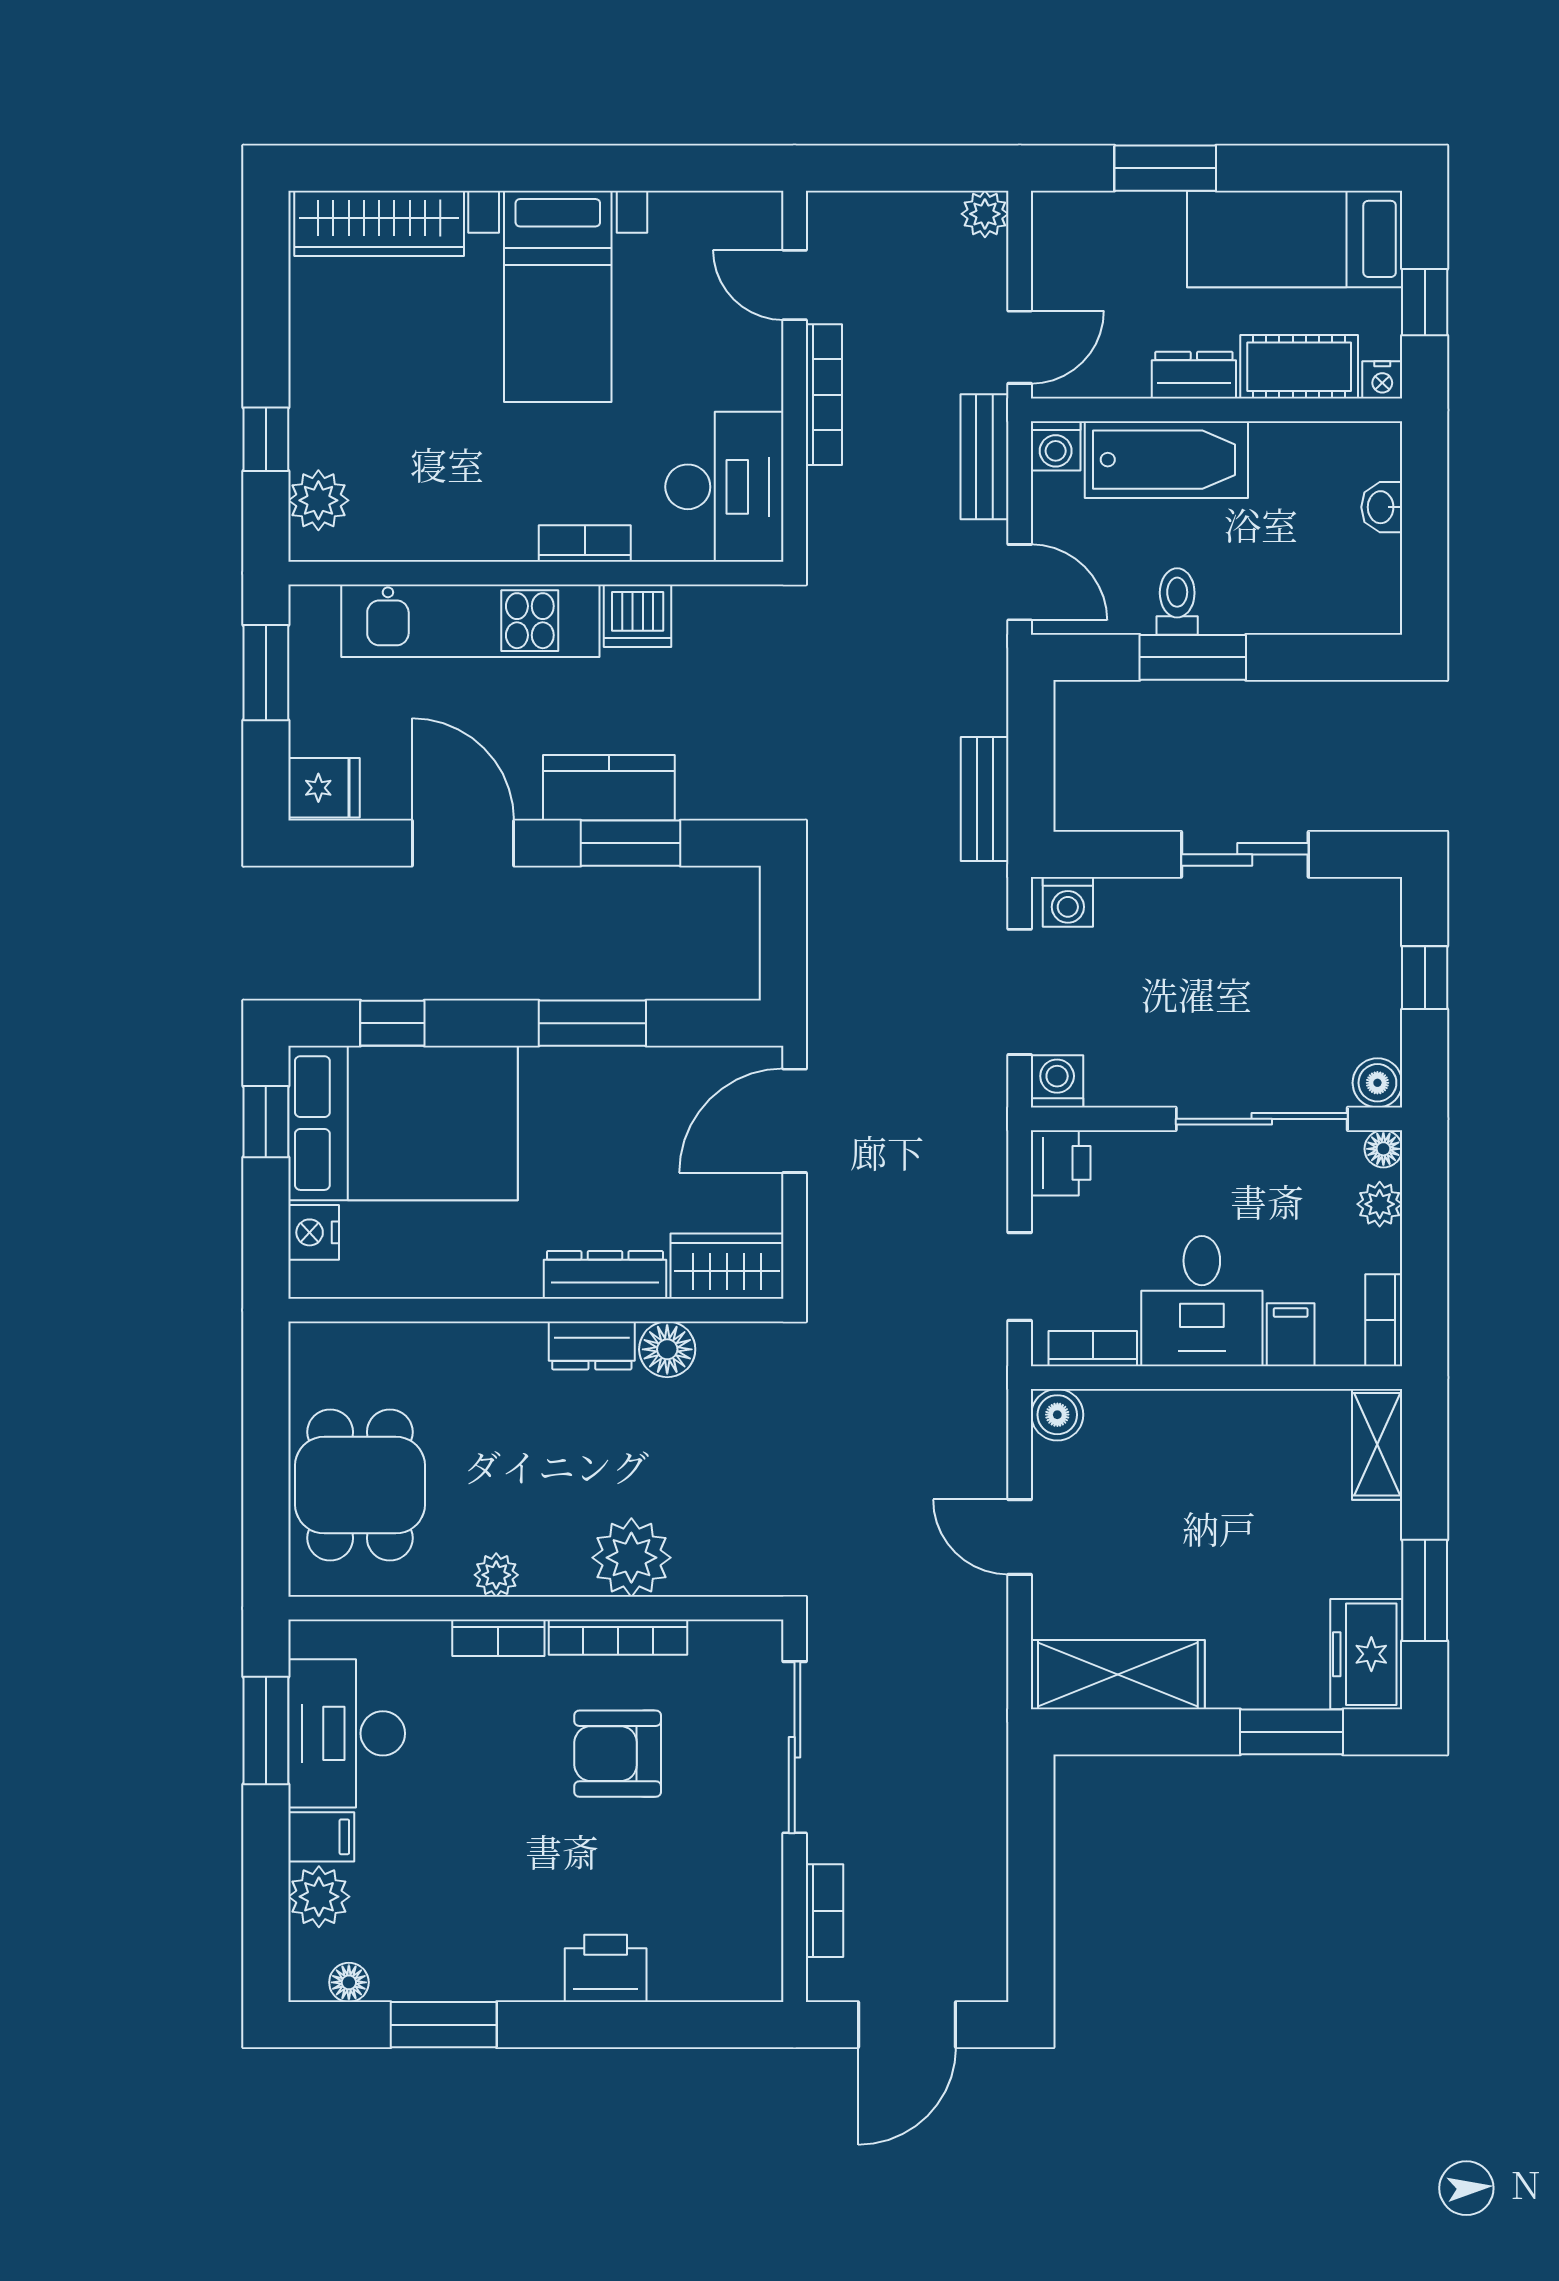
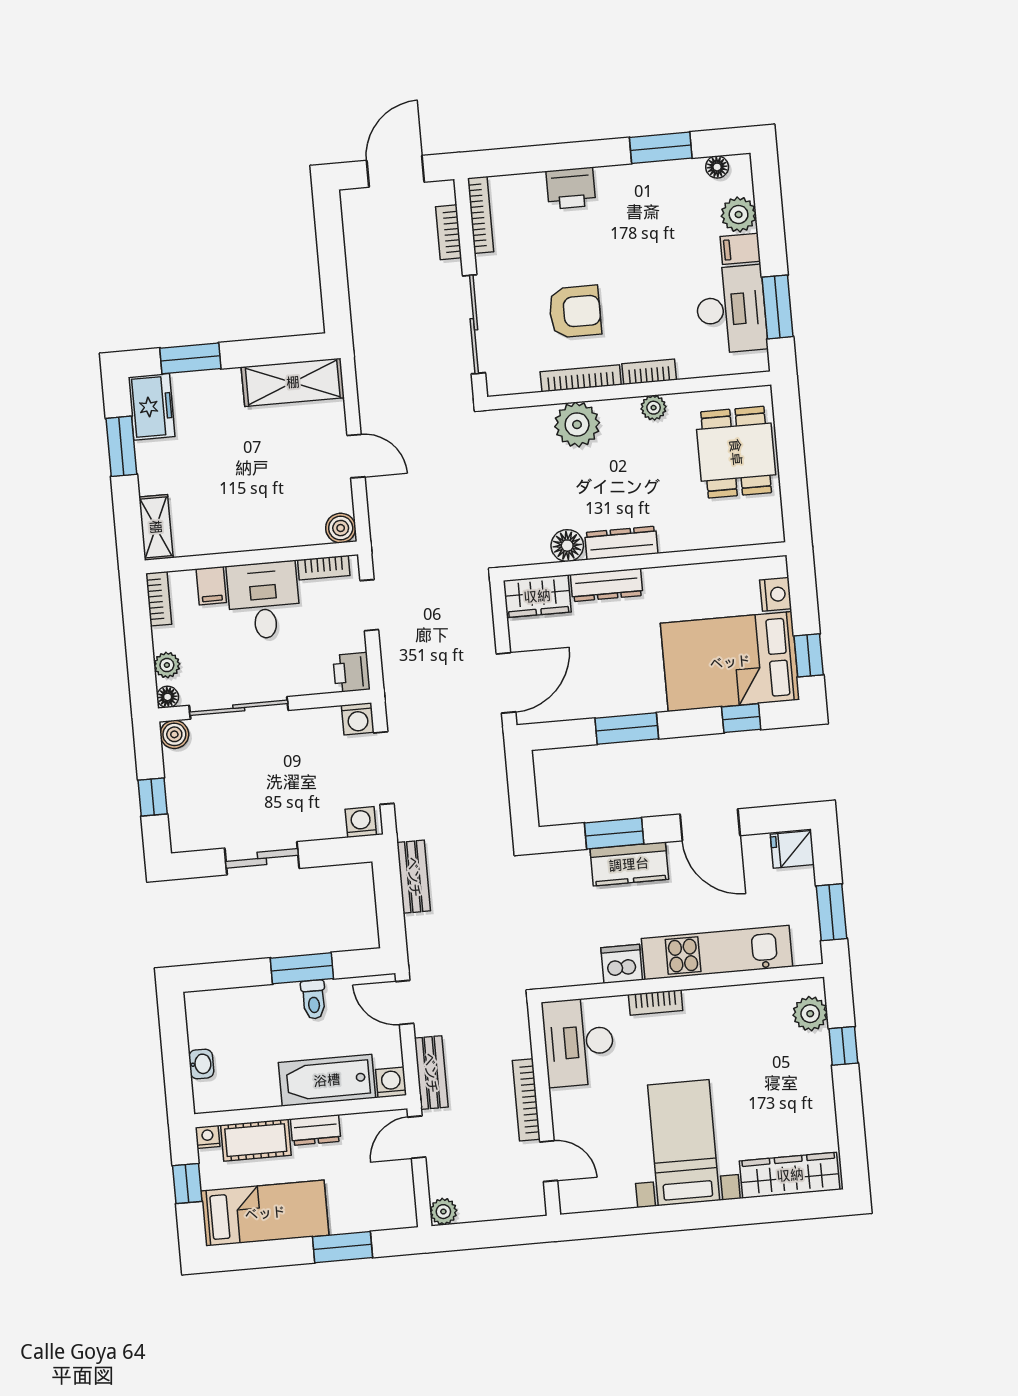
dresser: (592, 1345) -> (621, 543), width x1.44
bookcase: (766, 1936) -> (480, 215), added

